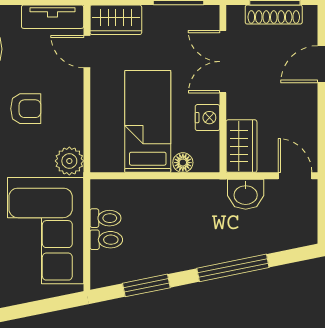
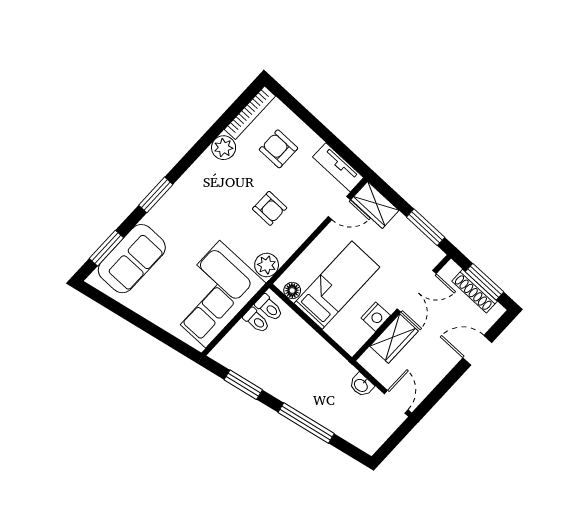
door: (87, 52) -> (339, 208), swing flipped
double door: (223, 62) -> (417, 291), swing flipped
wardrobe: (241, 146) -> (394, 339), moved
floor lamp: (183, 163) -> (292, 291), moved
washbasin: (246, 194) -> (361, 385), width x0.72, depth x0.69
toilet: (106, 240) -> (269, 308), moved

